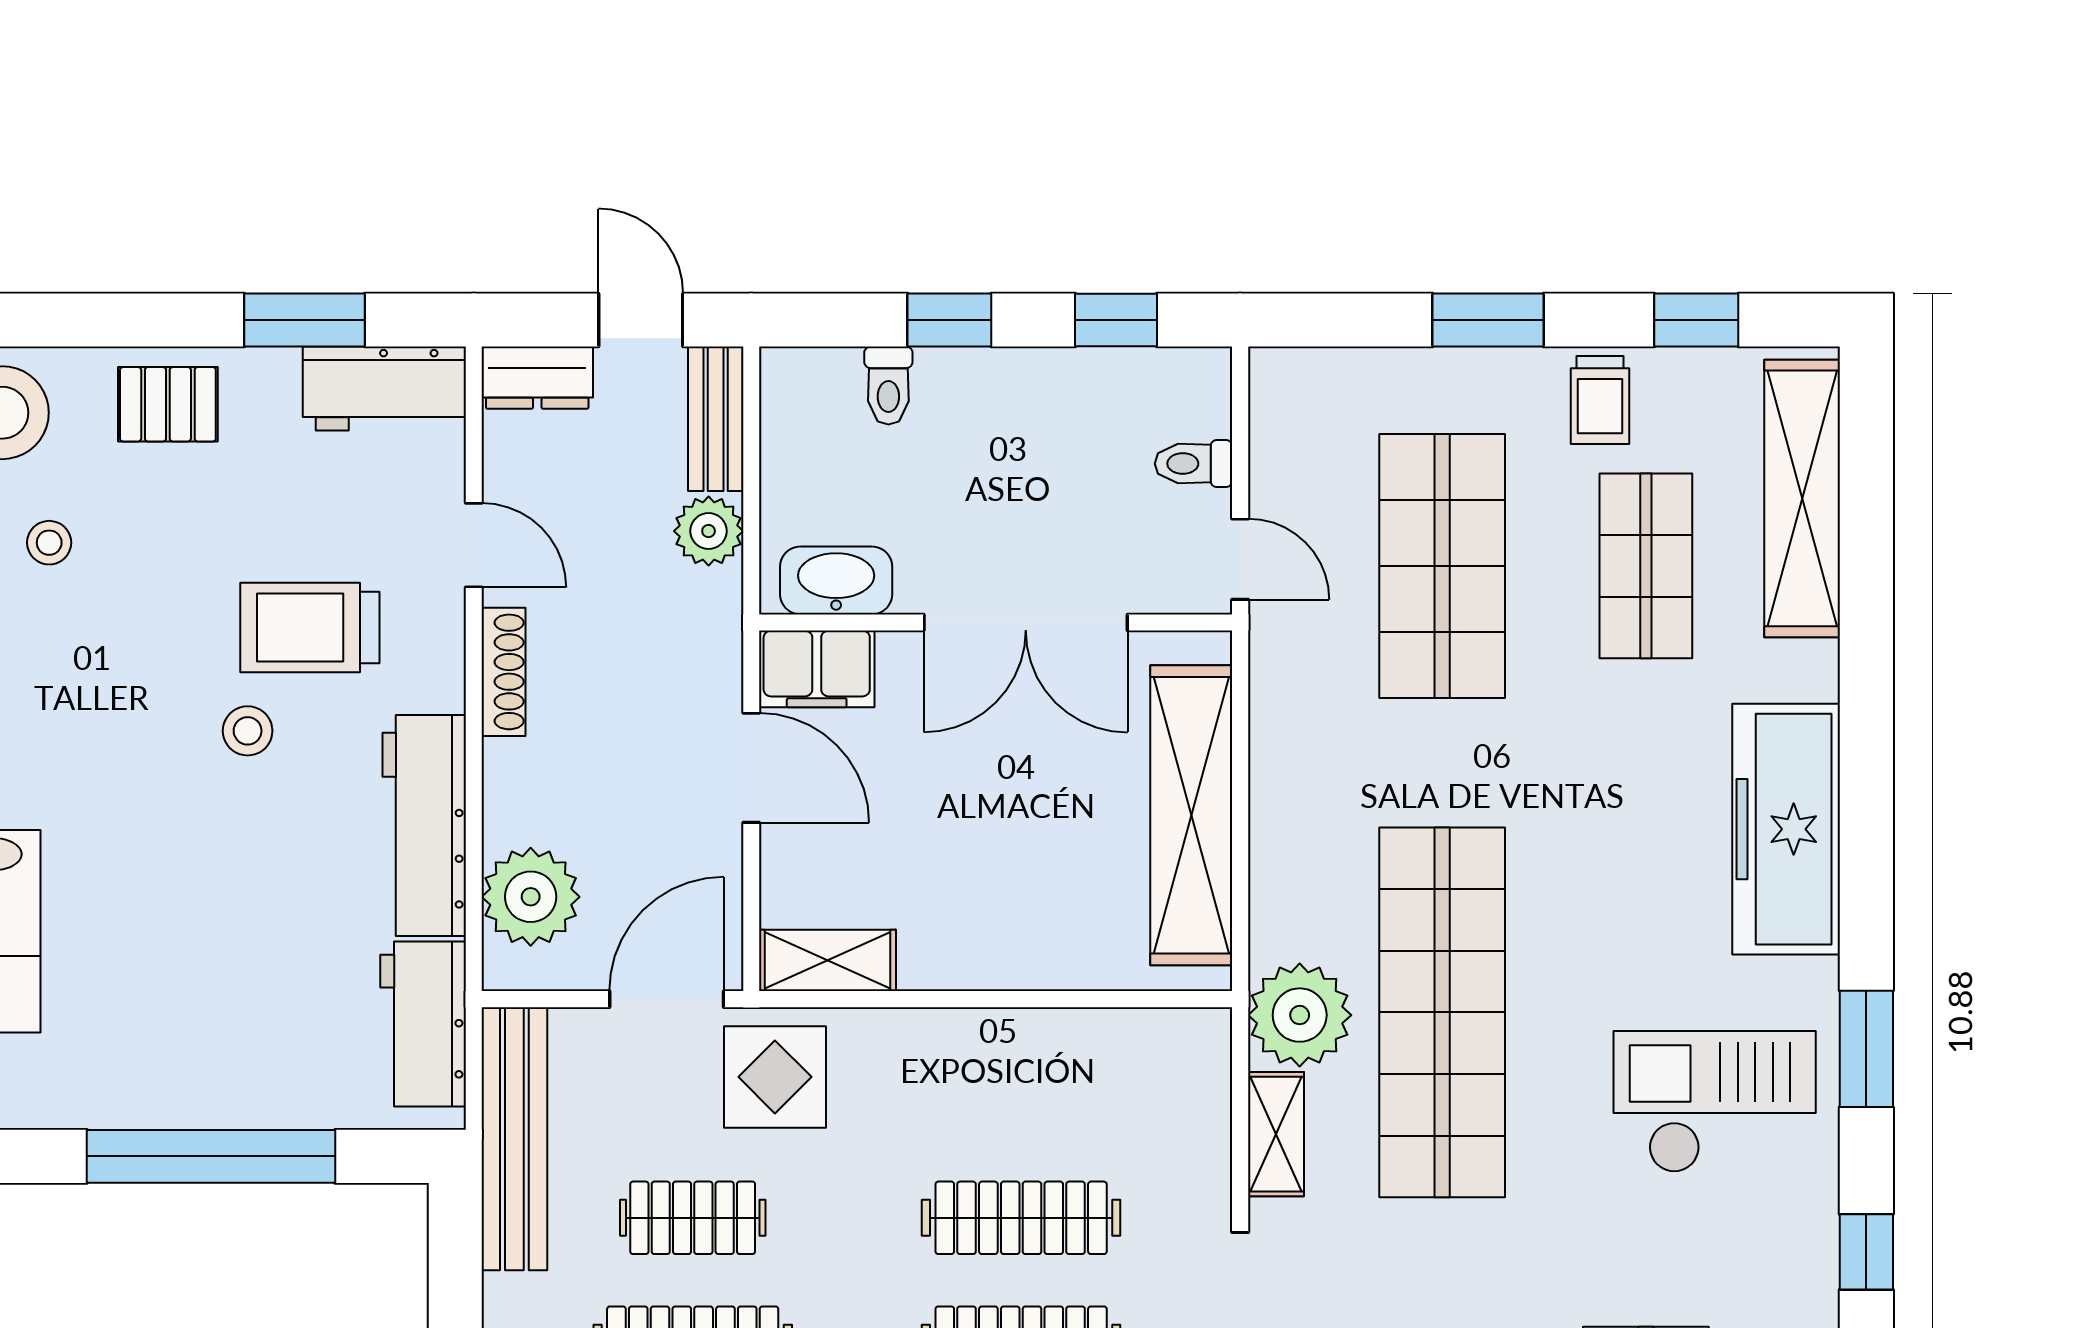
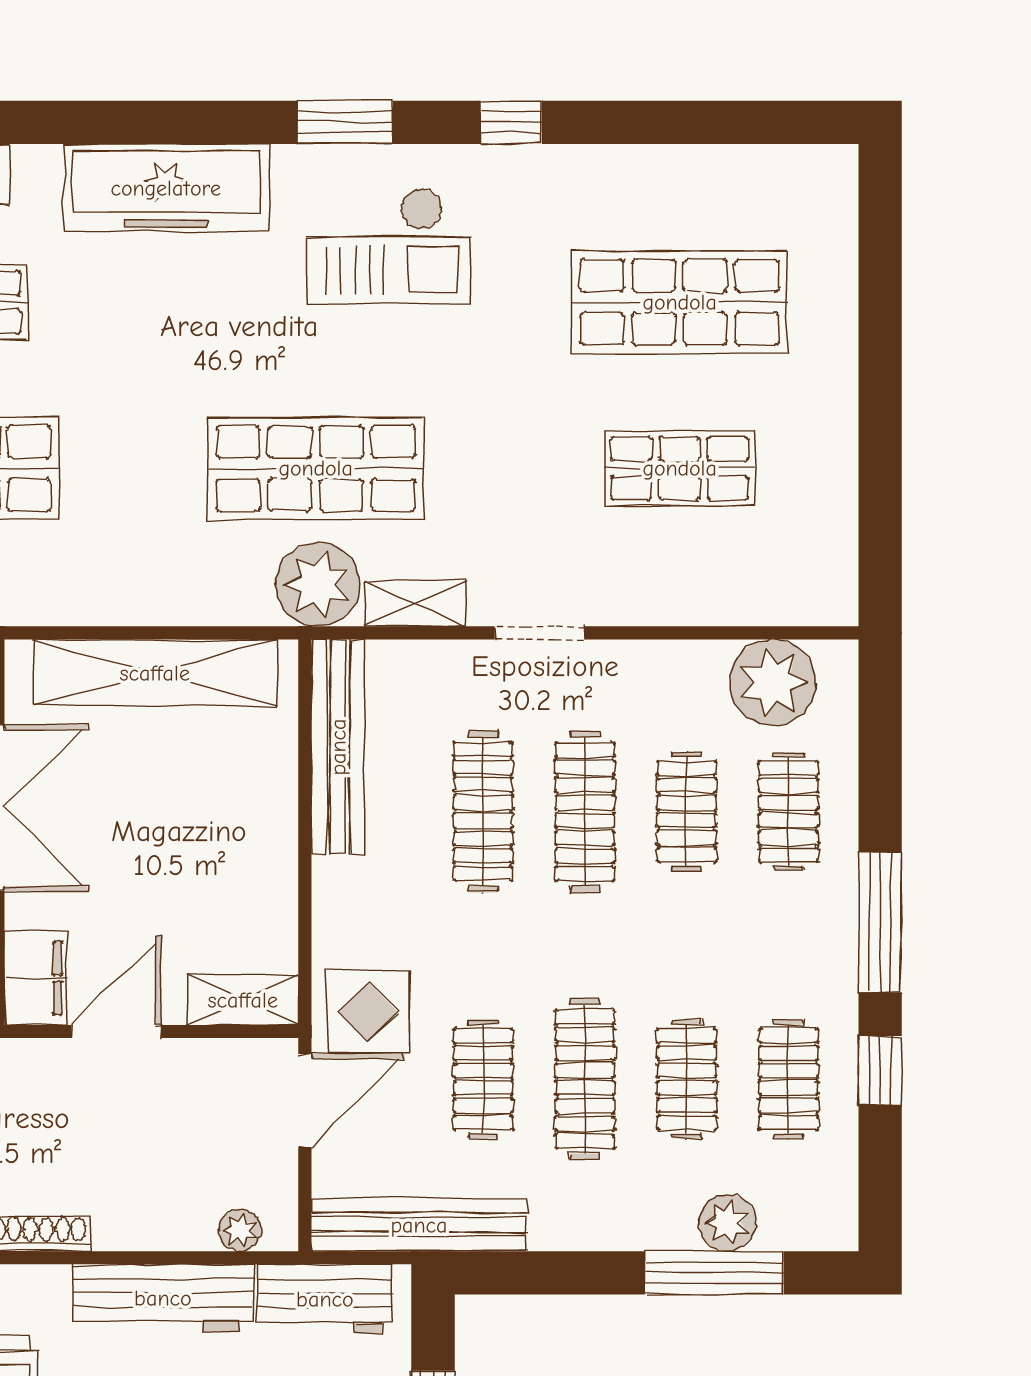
plant: (531, 897) -> (240, 1230), width x0.53, depth x0.53
shelving: (827, 960) -> (243, 1000), moved, turned 90
door: (667, 999) -> (305, 1100), swing flipped
shop shelf: (1442, 1012) -> (316, 468), width x0.71
bench: (1100, 1040) -> (338, 747), added
checkout: (1715, 1102) -> (389, 246), turned -90

